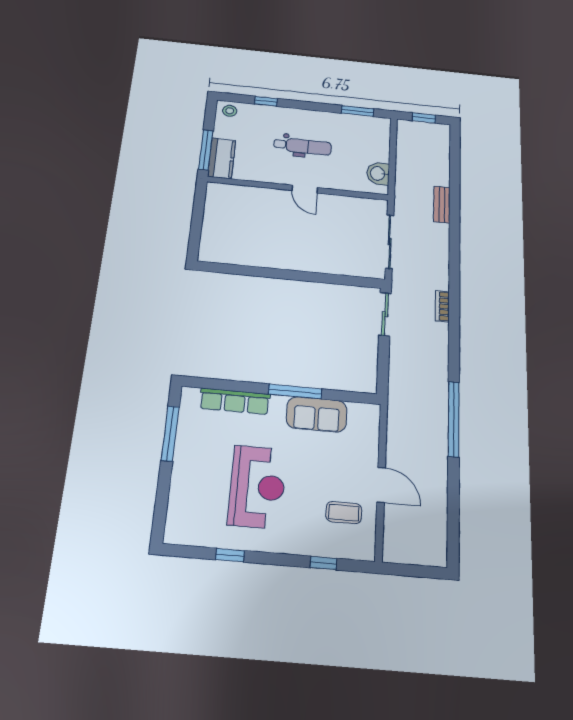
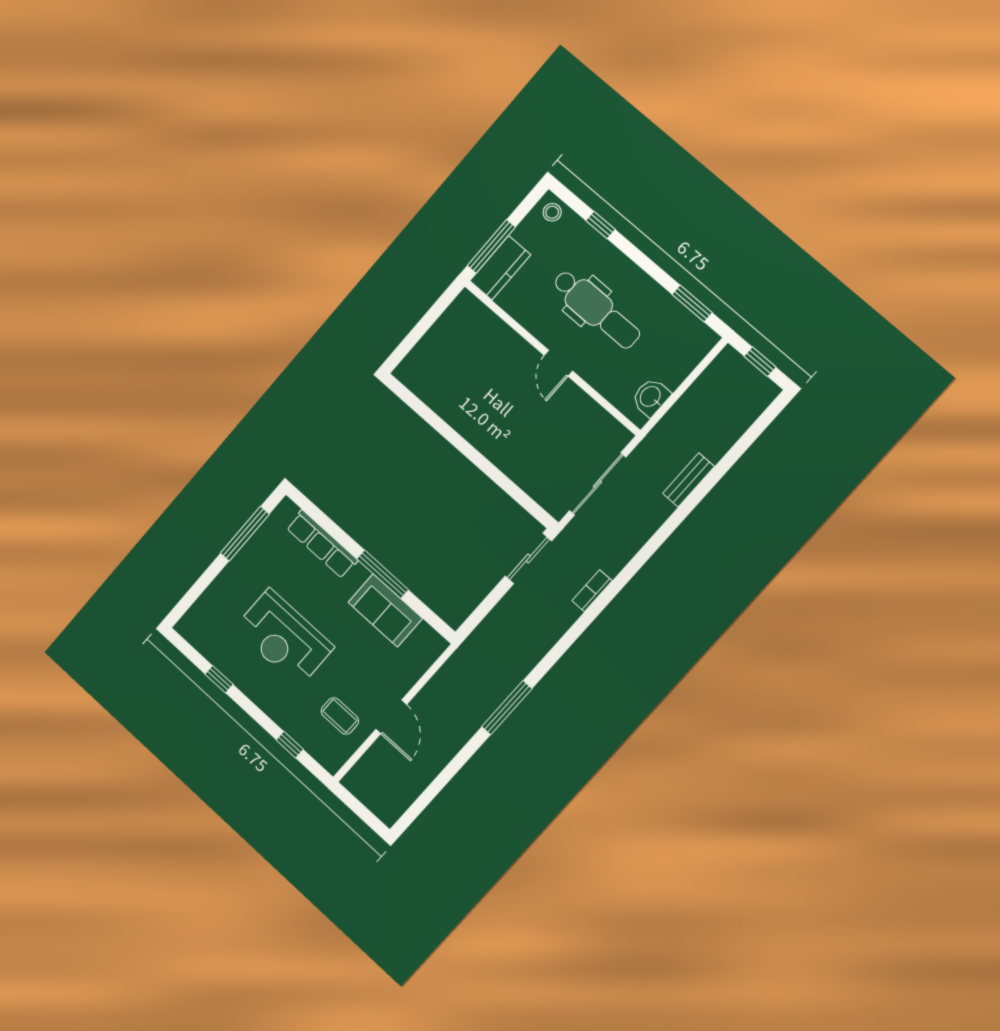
dental chair: (303, 146) -> (596, 309), width x1.36, depth x1.38
window: (454, 419) -> (507, 708), width x0.68
reception desk: (257, 487) -> (284, 638), turned 90

